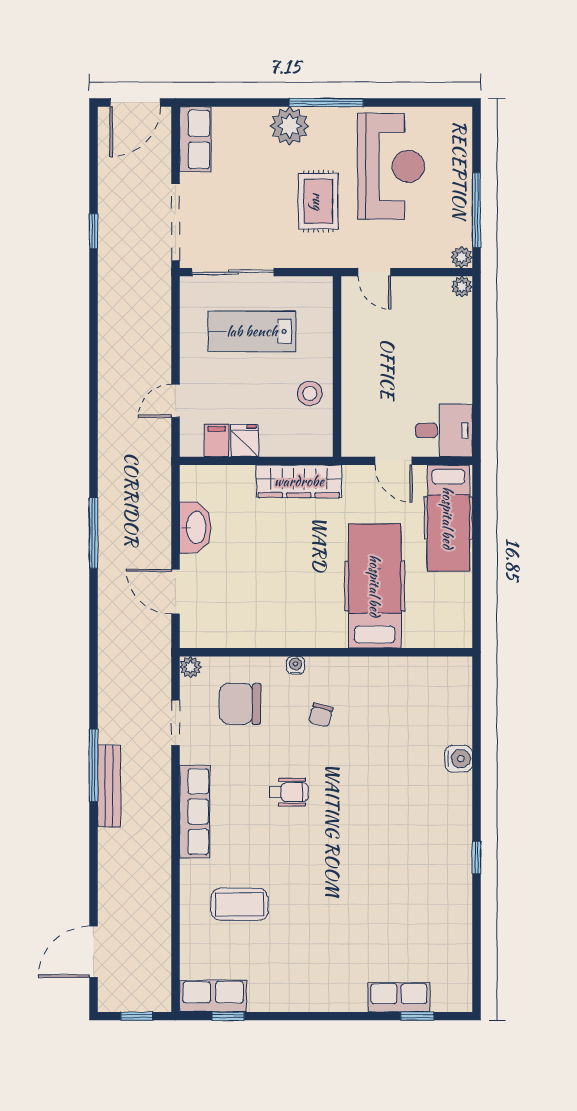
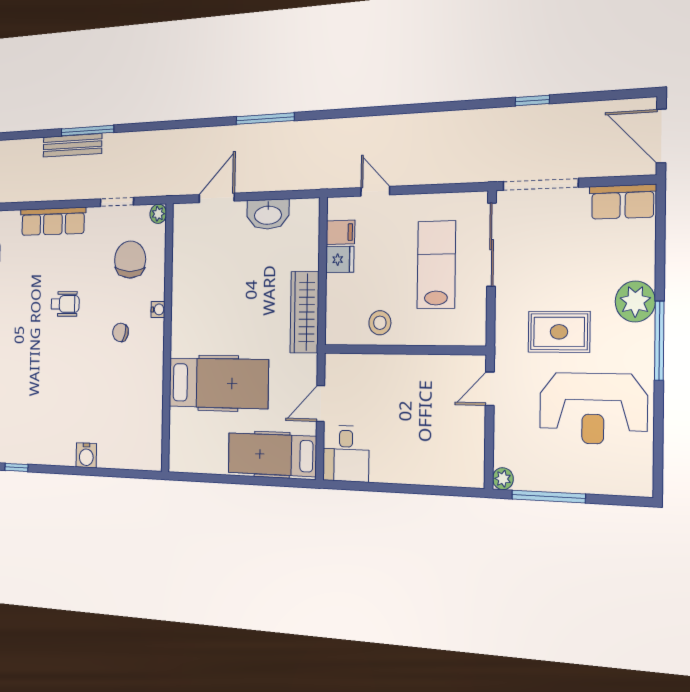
plant: (462, 287) -> (475, 478), removed
wheelchair: (289, 792) -> (65, 304), turned -90

